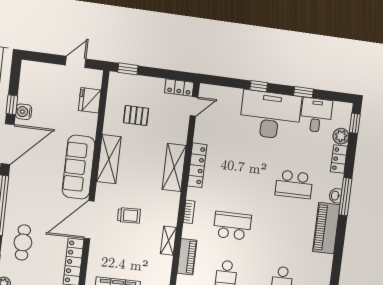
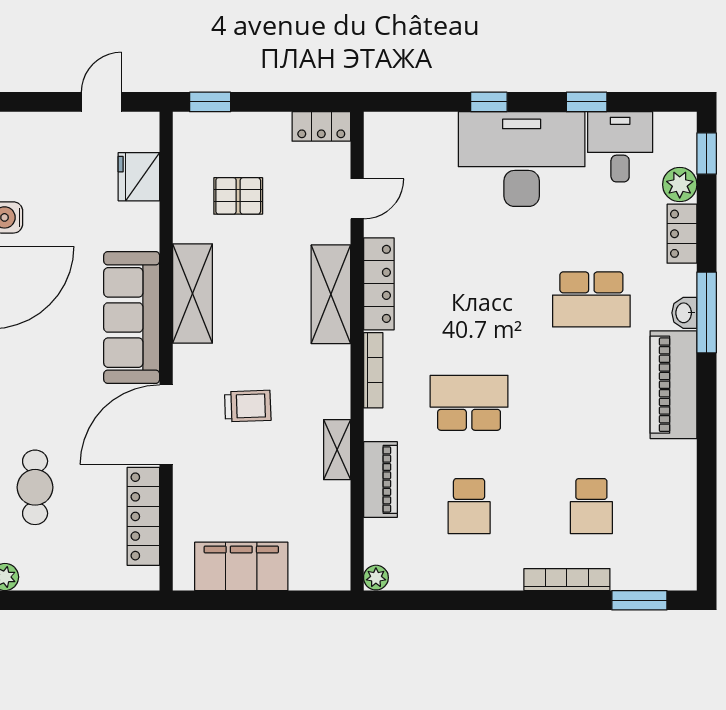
door: (194, 106) -> (357, 199), moved
bookcase: (189, 212) -> (373, 370), width x1.56

